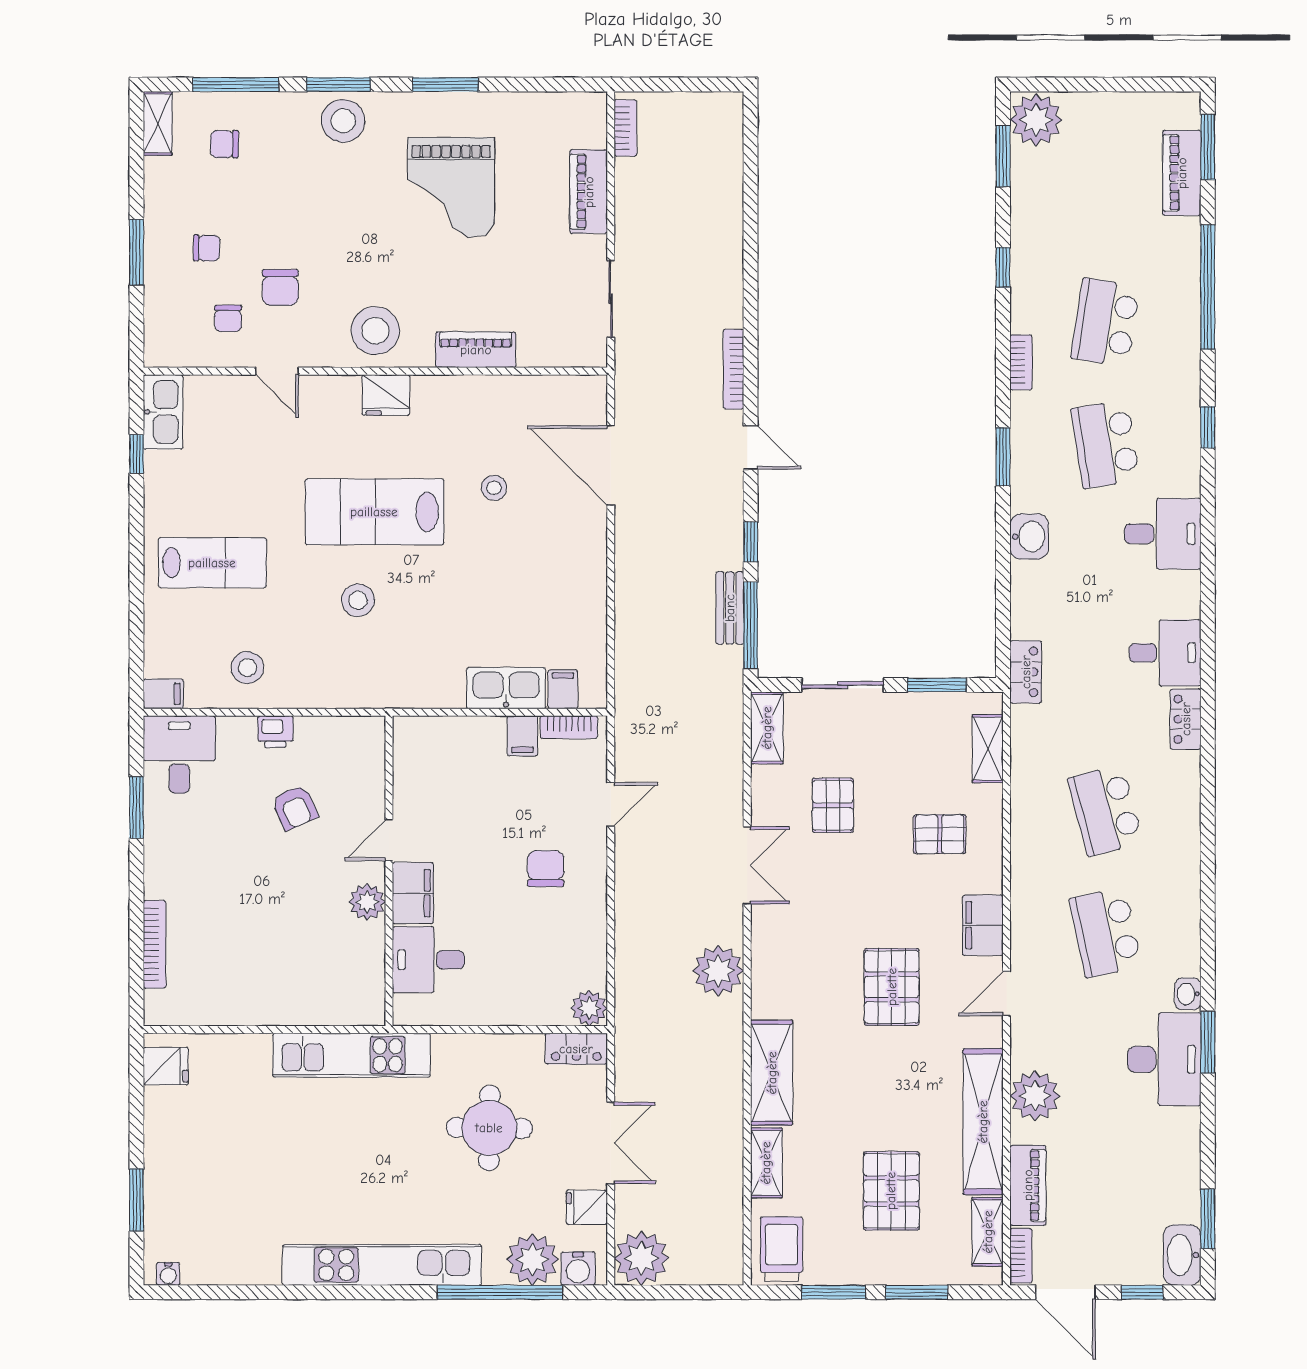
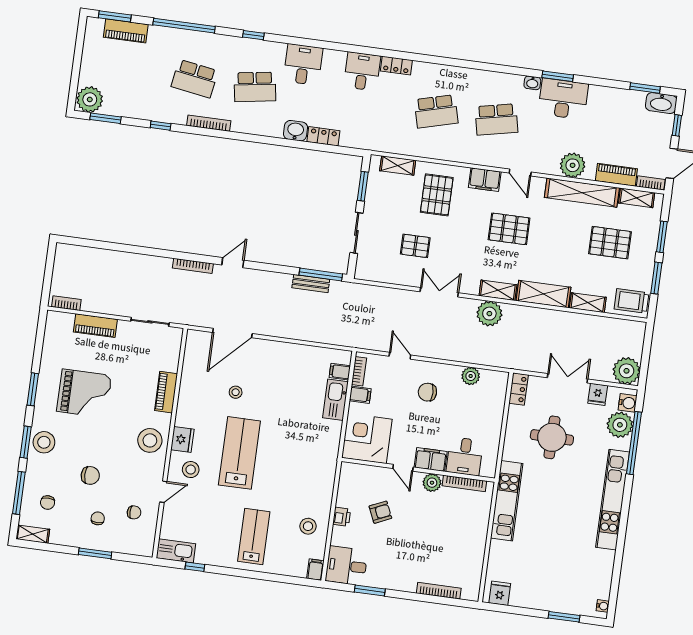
chair: (280, 287) -> (90, 475), moved
bookcase: (1021, 362) -> (209, 123), width x1.56
window: (1003, 457) -> (254, 138), removed
lab bench: (374, 512) -> (239, 453), turned 180
window: (751, 542) -> (279, 269), removed
stool: (358, 600) -> (191, 470), moved
locker: (1026, 672) -> (323, 136), moved
shelving: (767, 728) -> (498, 290), moved
corner desk: (437, 761) -> (367, 438), added
pallet: (940, 834) -> (437, 195), width x1.50, depth x1.42
bookcase: (374, 966) -> (464, 483), added
plant: (589, 1008) -> (471, 376), moved

